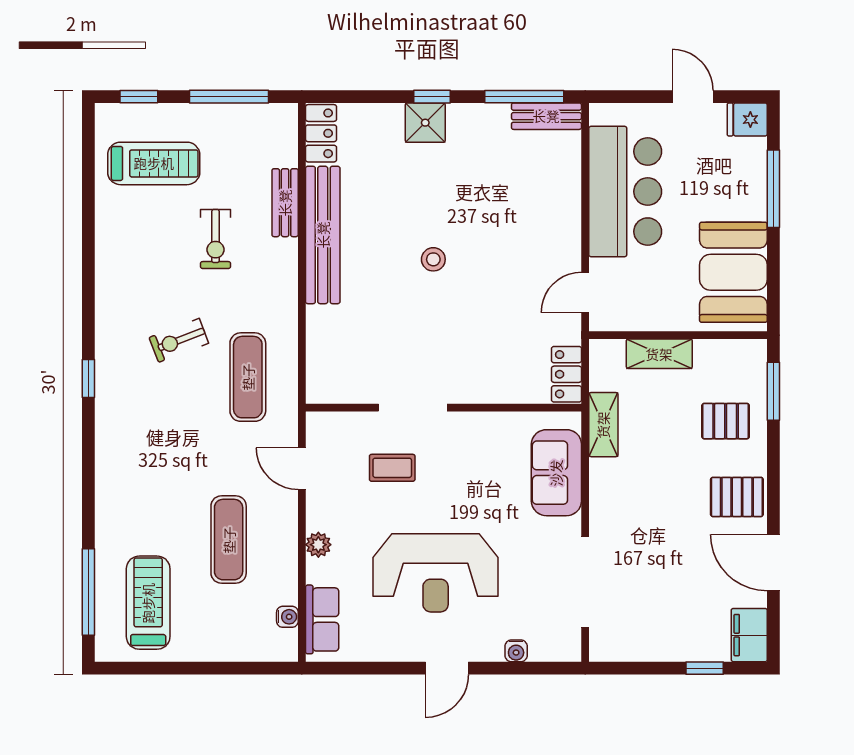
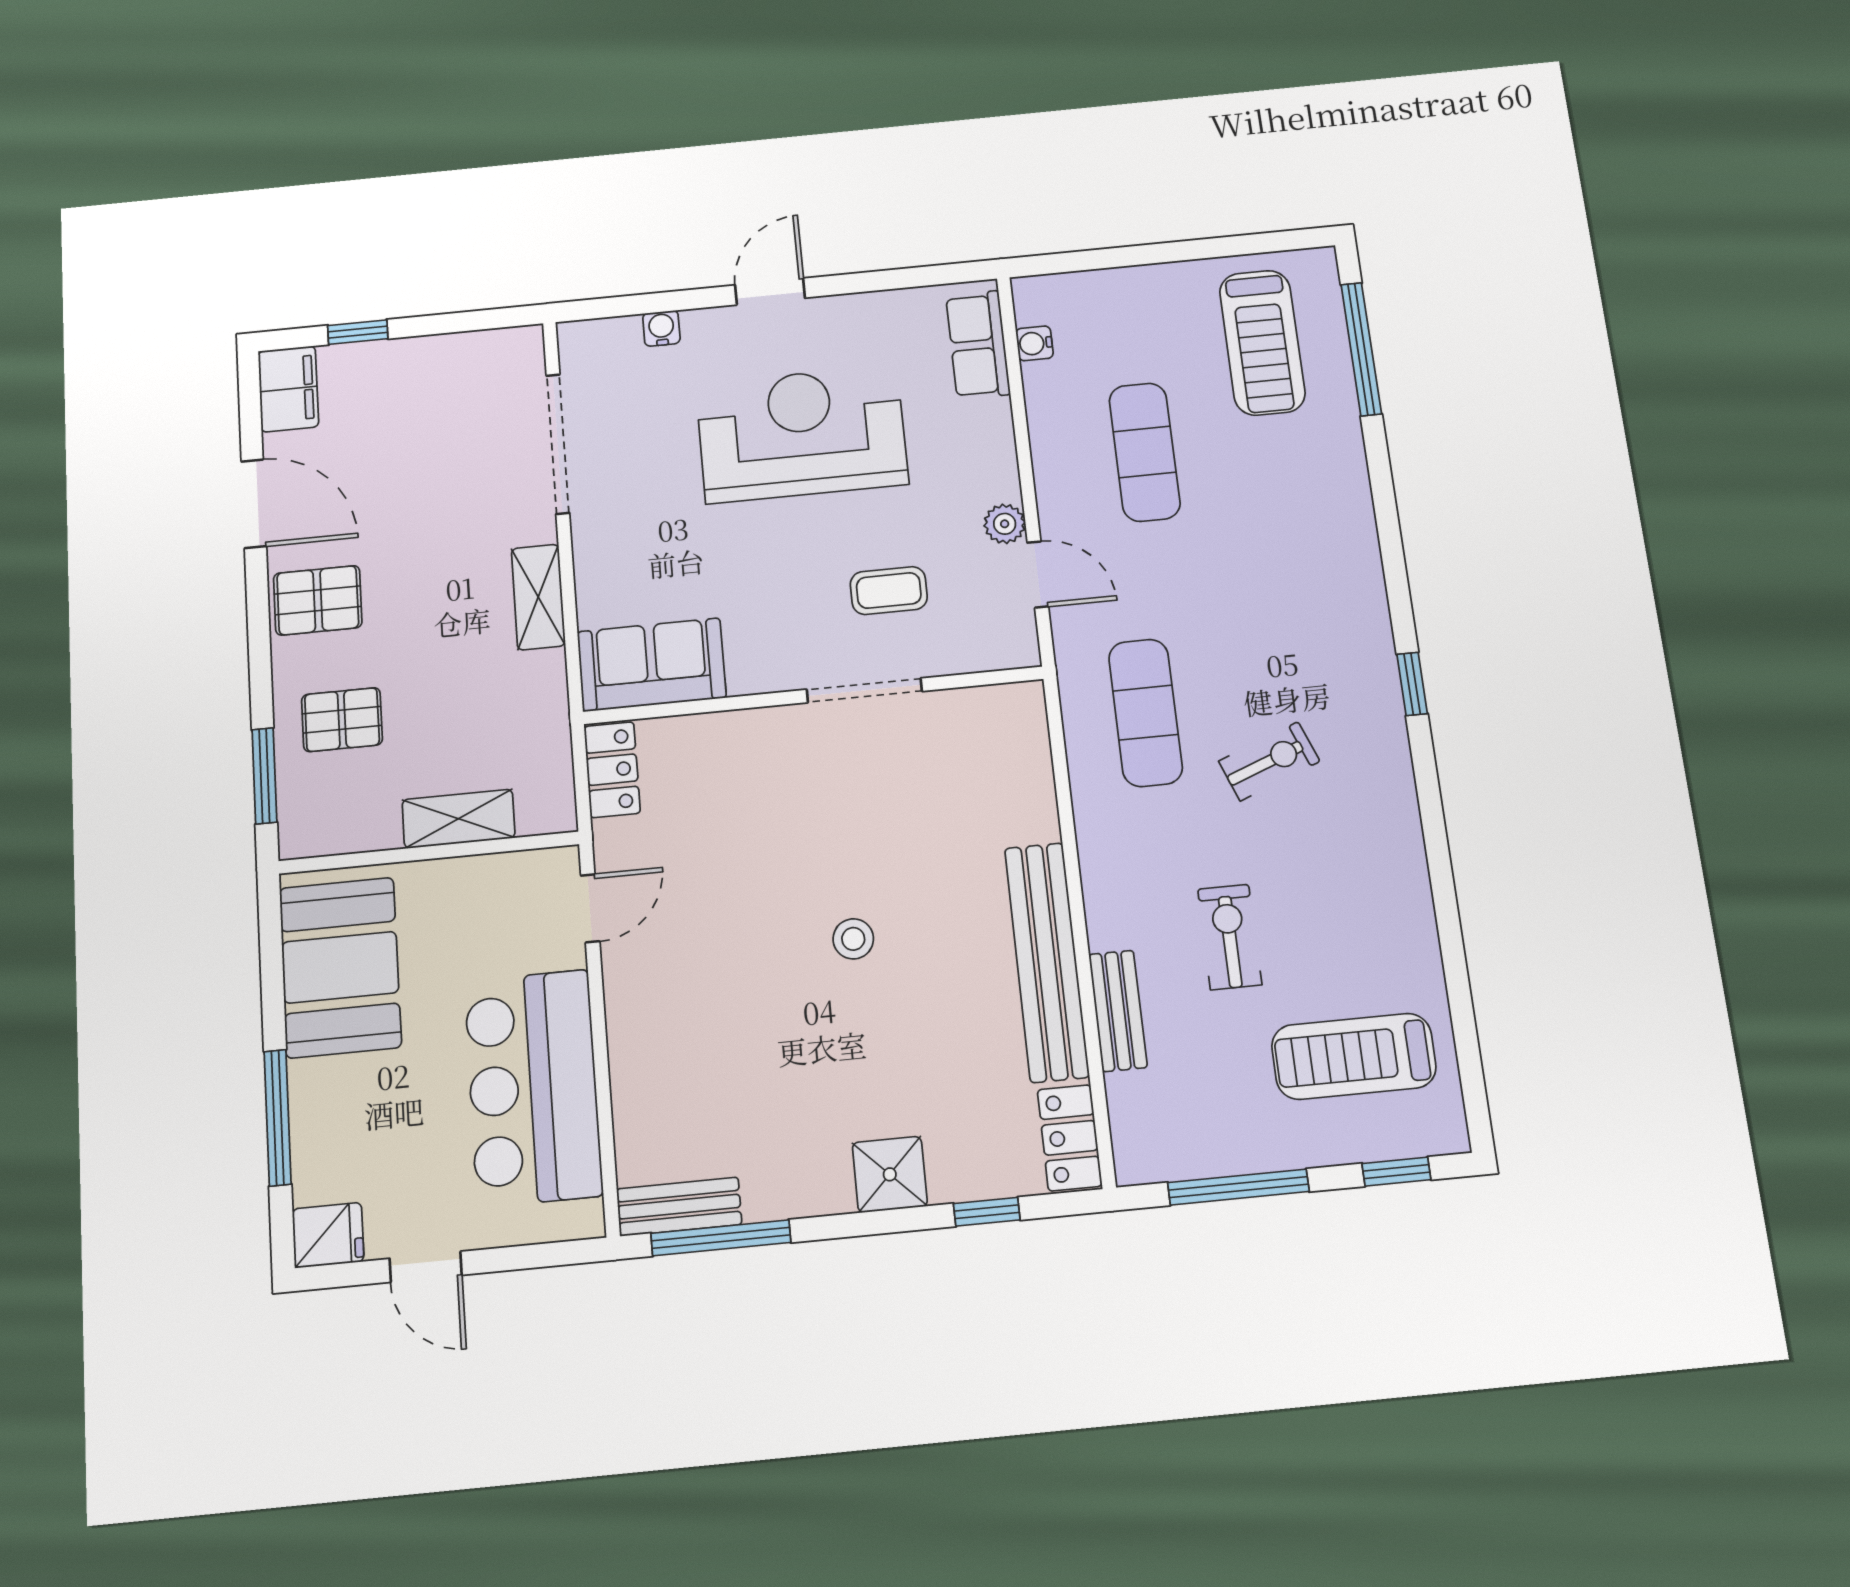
window: (432, 97) -> (987, 1212), moved
shelving: (603, 425) -> (538, 597), moved
sofa: (556, 473) -> (652, 665), moved, turned -90
plant: (318, 545) -> (1005, 524), moved

